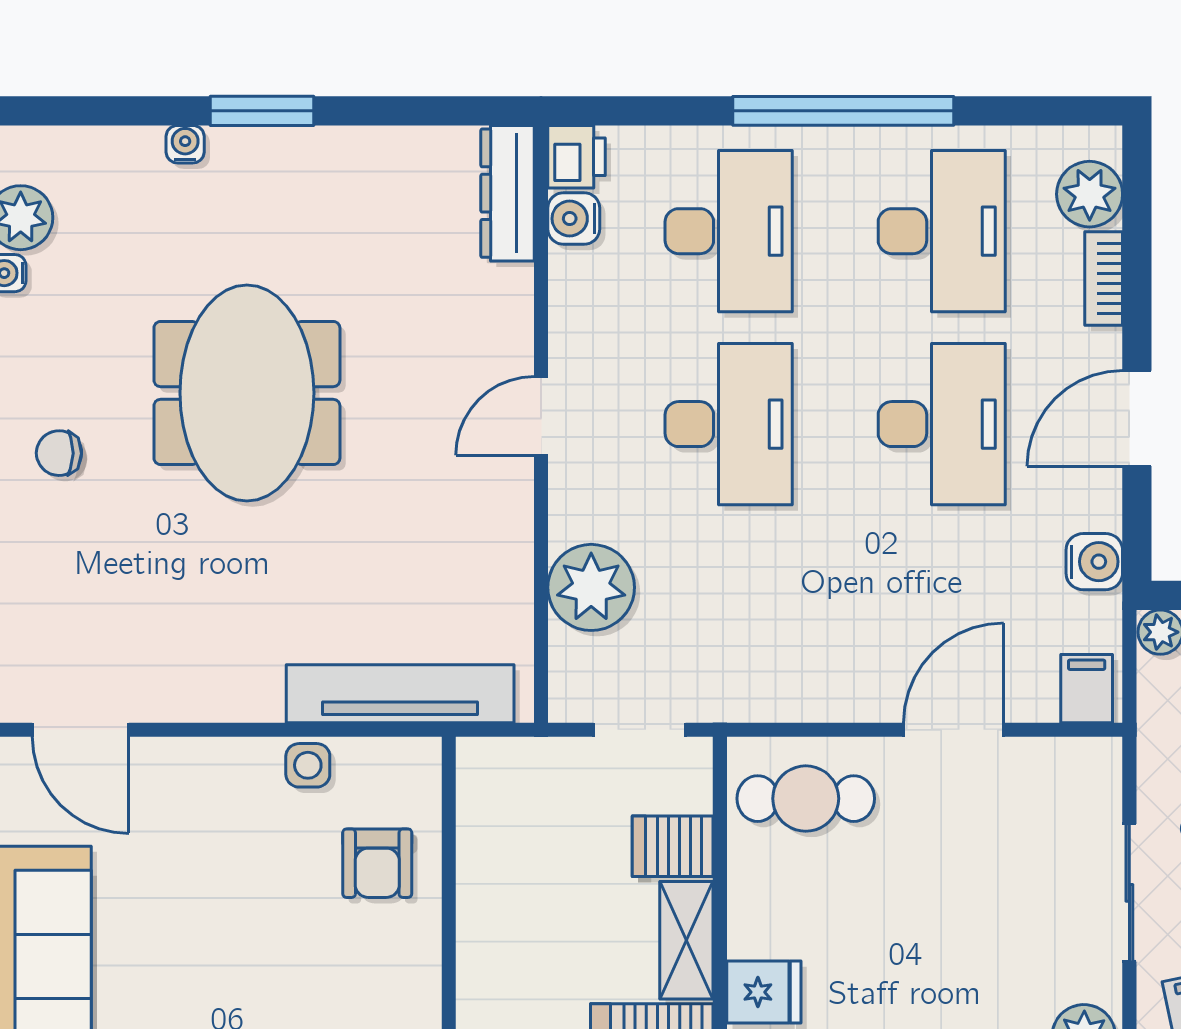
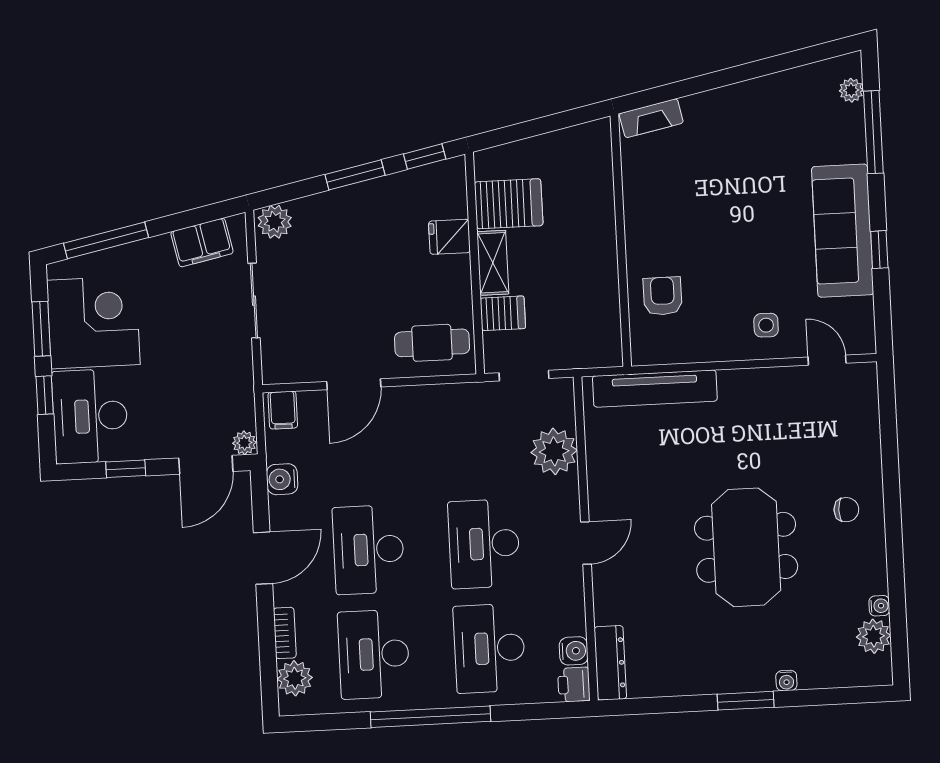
door: (81, 730) -> (827, 360), width x0.73
side table: (308, 765) -> (766, 325), moved

